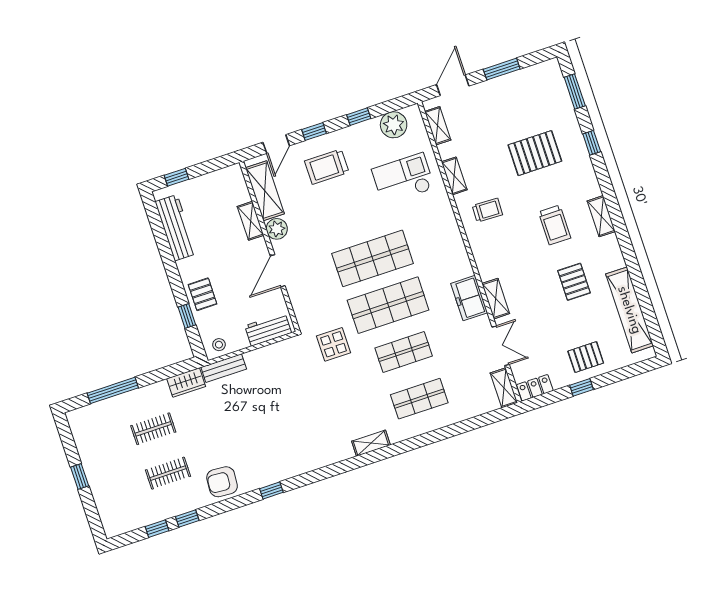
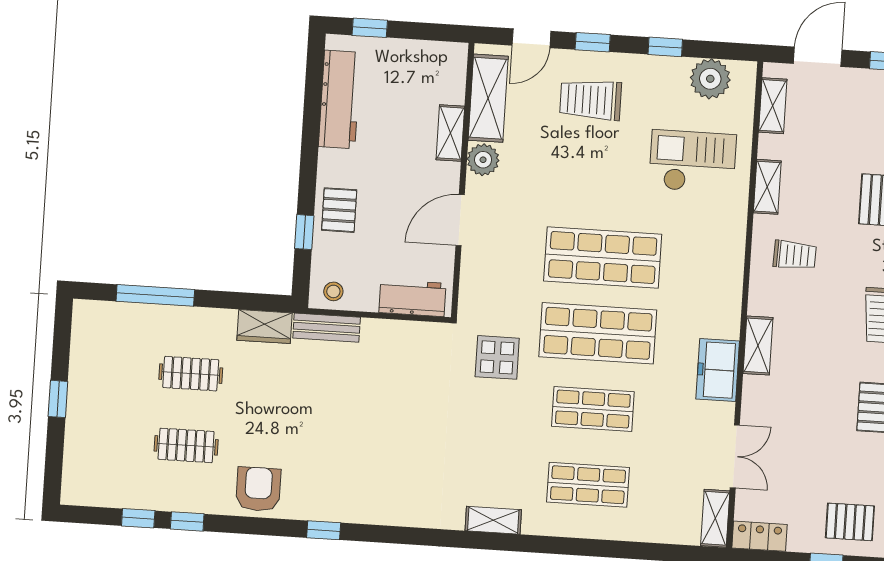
shelving: (496, 299) -> (758, 346), moved
armchair: (222, 482) -> (258, 489), turned 86

